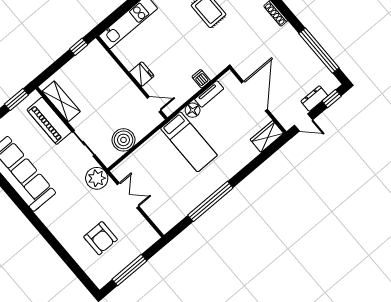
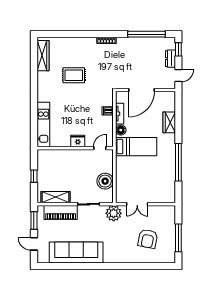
window: (79, 47) -> (34, 176), moved
door: (254, 96) -> (142, 90), swing flipped
wardrobe: (267, 136) -> (169, 122), moved
double door: (128, 195) -> (137, 204), swing flipped
armchair: (101, 238) -> (148, 239), turned 101

